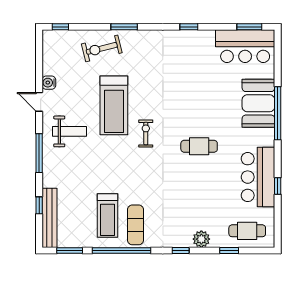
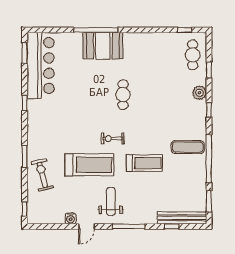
bar counter: (245, 46) -> (41, 66), width x1.36
exercise bike: (102, 48) -> (42, 175), turned 180
booth: (258, 103) -> (103, 46), moved
bar counter: (258, 177) -> (148, 46), removed
window: (278, 186) -> (185, 30), moved
treadmill: (107, 215) -> (144, 163), moved

